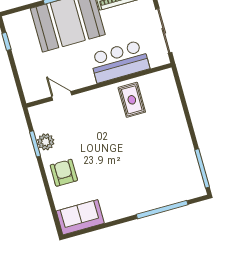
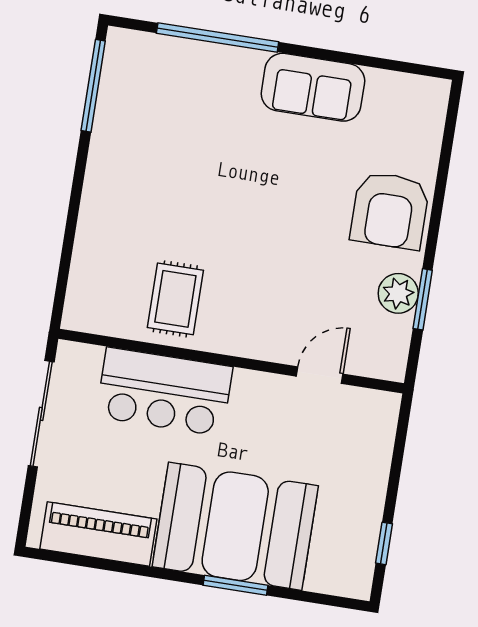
door: (62, 96) -> (320, 375), swing flipped
armchair: (64, 173) -> (390, 210), width x1.36, depth x1.36
sofa: (80, 217) -> (313, 87), moved

